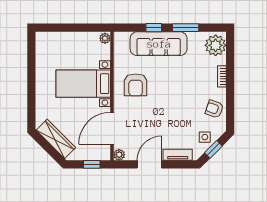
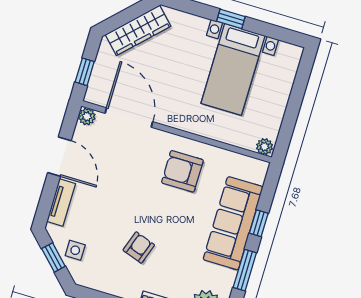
window: (31, 83) -> (231, 19), added
bed with nightstands: (83, 84) -> (233, 69), moved, turned 180
armchair: (214, 109) -> (139, 248), moved

